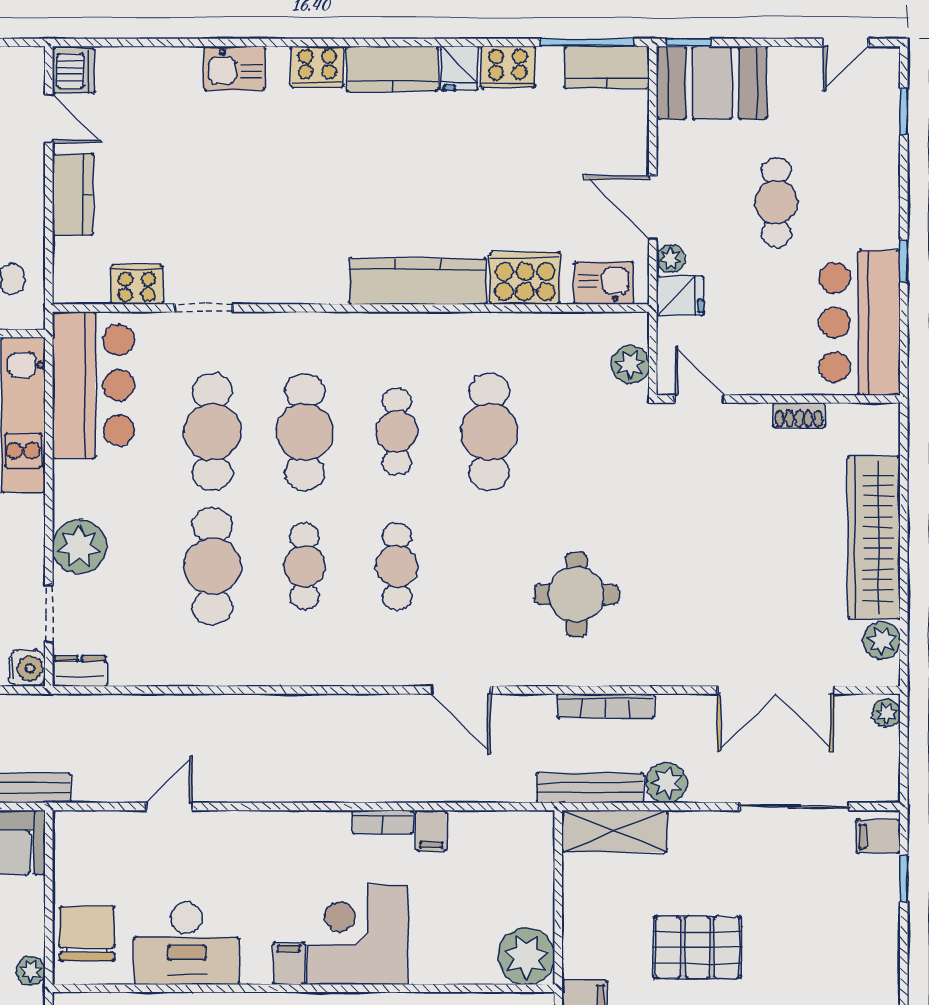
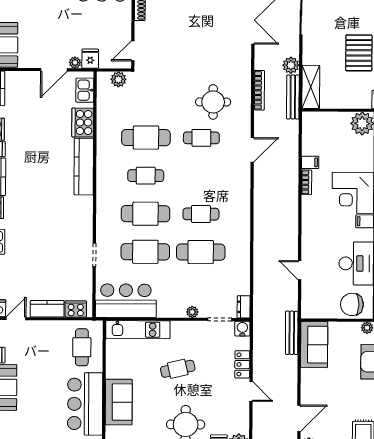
cafe table: (776, 202) -> (52, 19), removed
cooker: (137, 284) -> (76, 309), moved, turned 90
plant: (79, 547) -> (192, 312), width x0.53, depth x0.53
cafe table: (397, 566) -> (201, 138), moved

